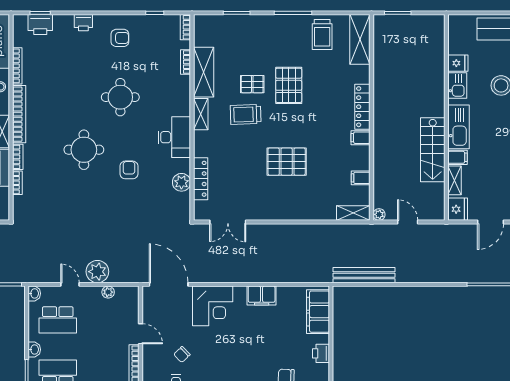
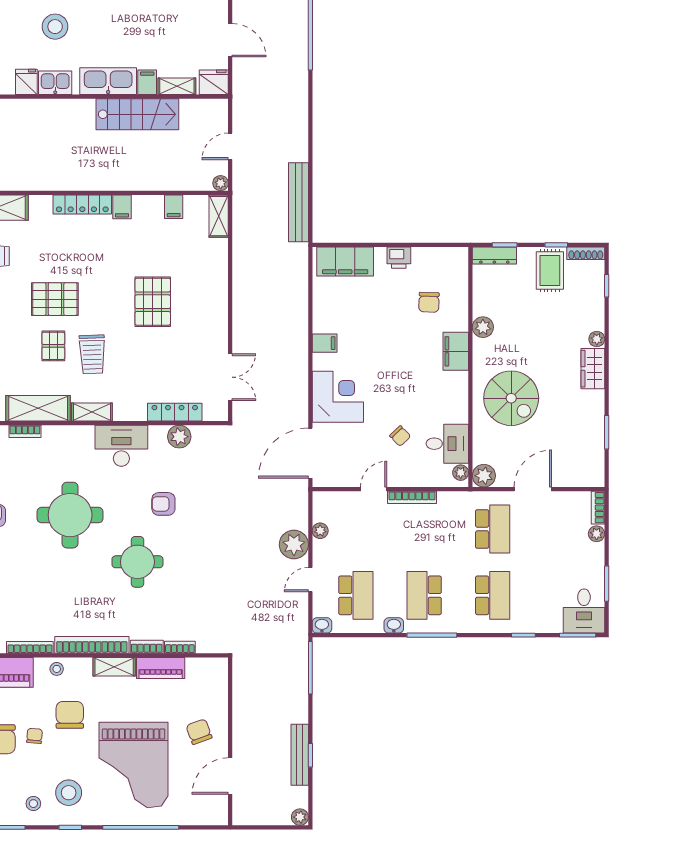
round table: (120, 97) -> (70, 515), width x1.36, depth x1.36
filing cabinet: (262, 296) -> (325, 343), width x0.50

